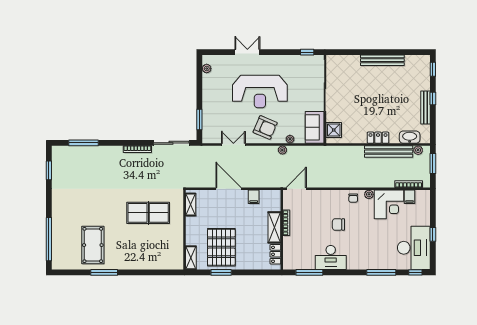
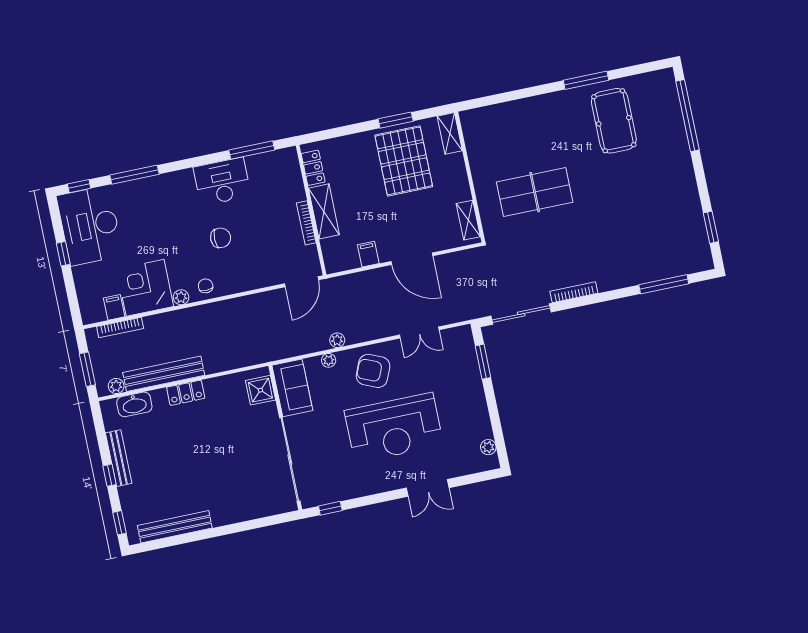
bench: (382, 60) -> (175, 527), moved
reception desk: (260, 92) -> (394, 428), turned 180

